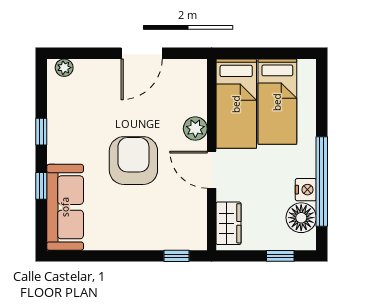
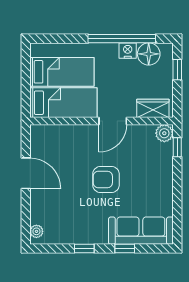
plant: (195, 129) -> (164, 133), moved
armchair: (133, 161) -> (106, 179), width x0.73, depth x0.73

